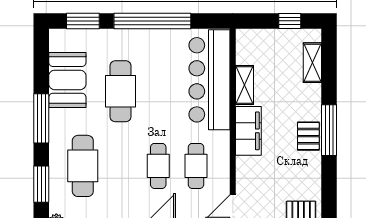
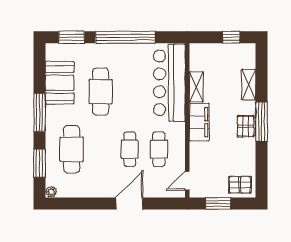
shelving: (312, 63) -> (249, 85), moved

